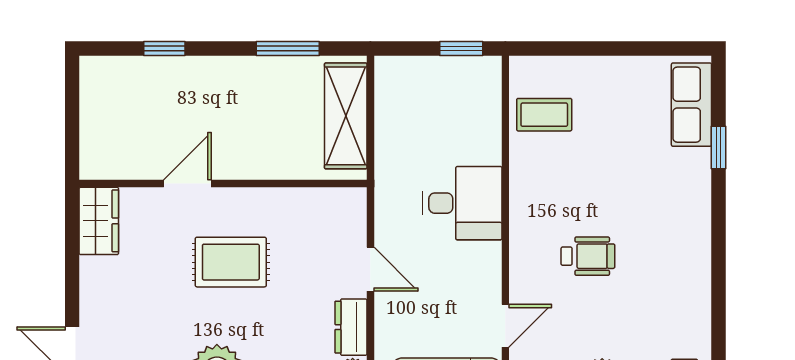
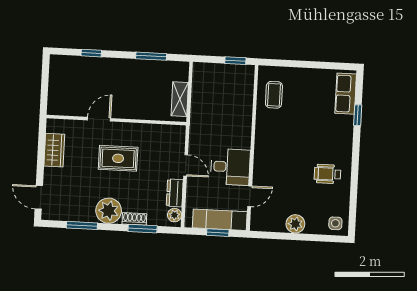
coffee table: (544, 115) -> (274, 95), turned 90
shelving: (346, 116) -> (180, 99), width x0.67, depth x0.75
desk: (462, 203) -> (230, 167), moved
wardrobe: (99, 221) -> (54, 150), moved
wheelchair: (588, 256) -> (327, 174), moved, turned 180

